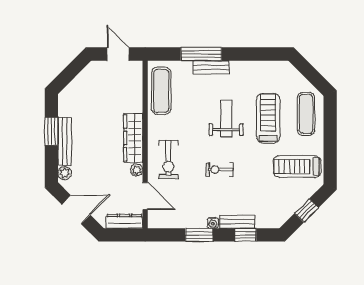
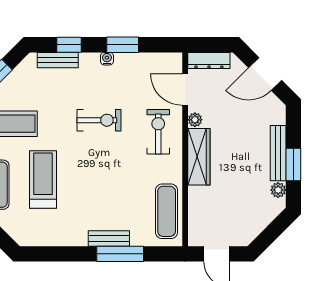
weight bench: (226, 118) -> (92, 179), removed
treadmill: (268, 118) -> (43, 180), turned 180
exercise bike: (220, 170) -> (99, 120), width x1.38, depth x1.39
plant: (65, 173) -> (278, 190), moved
bench: (237, 222) -> (58, 60), moved

